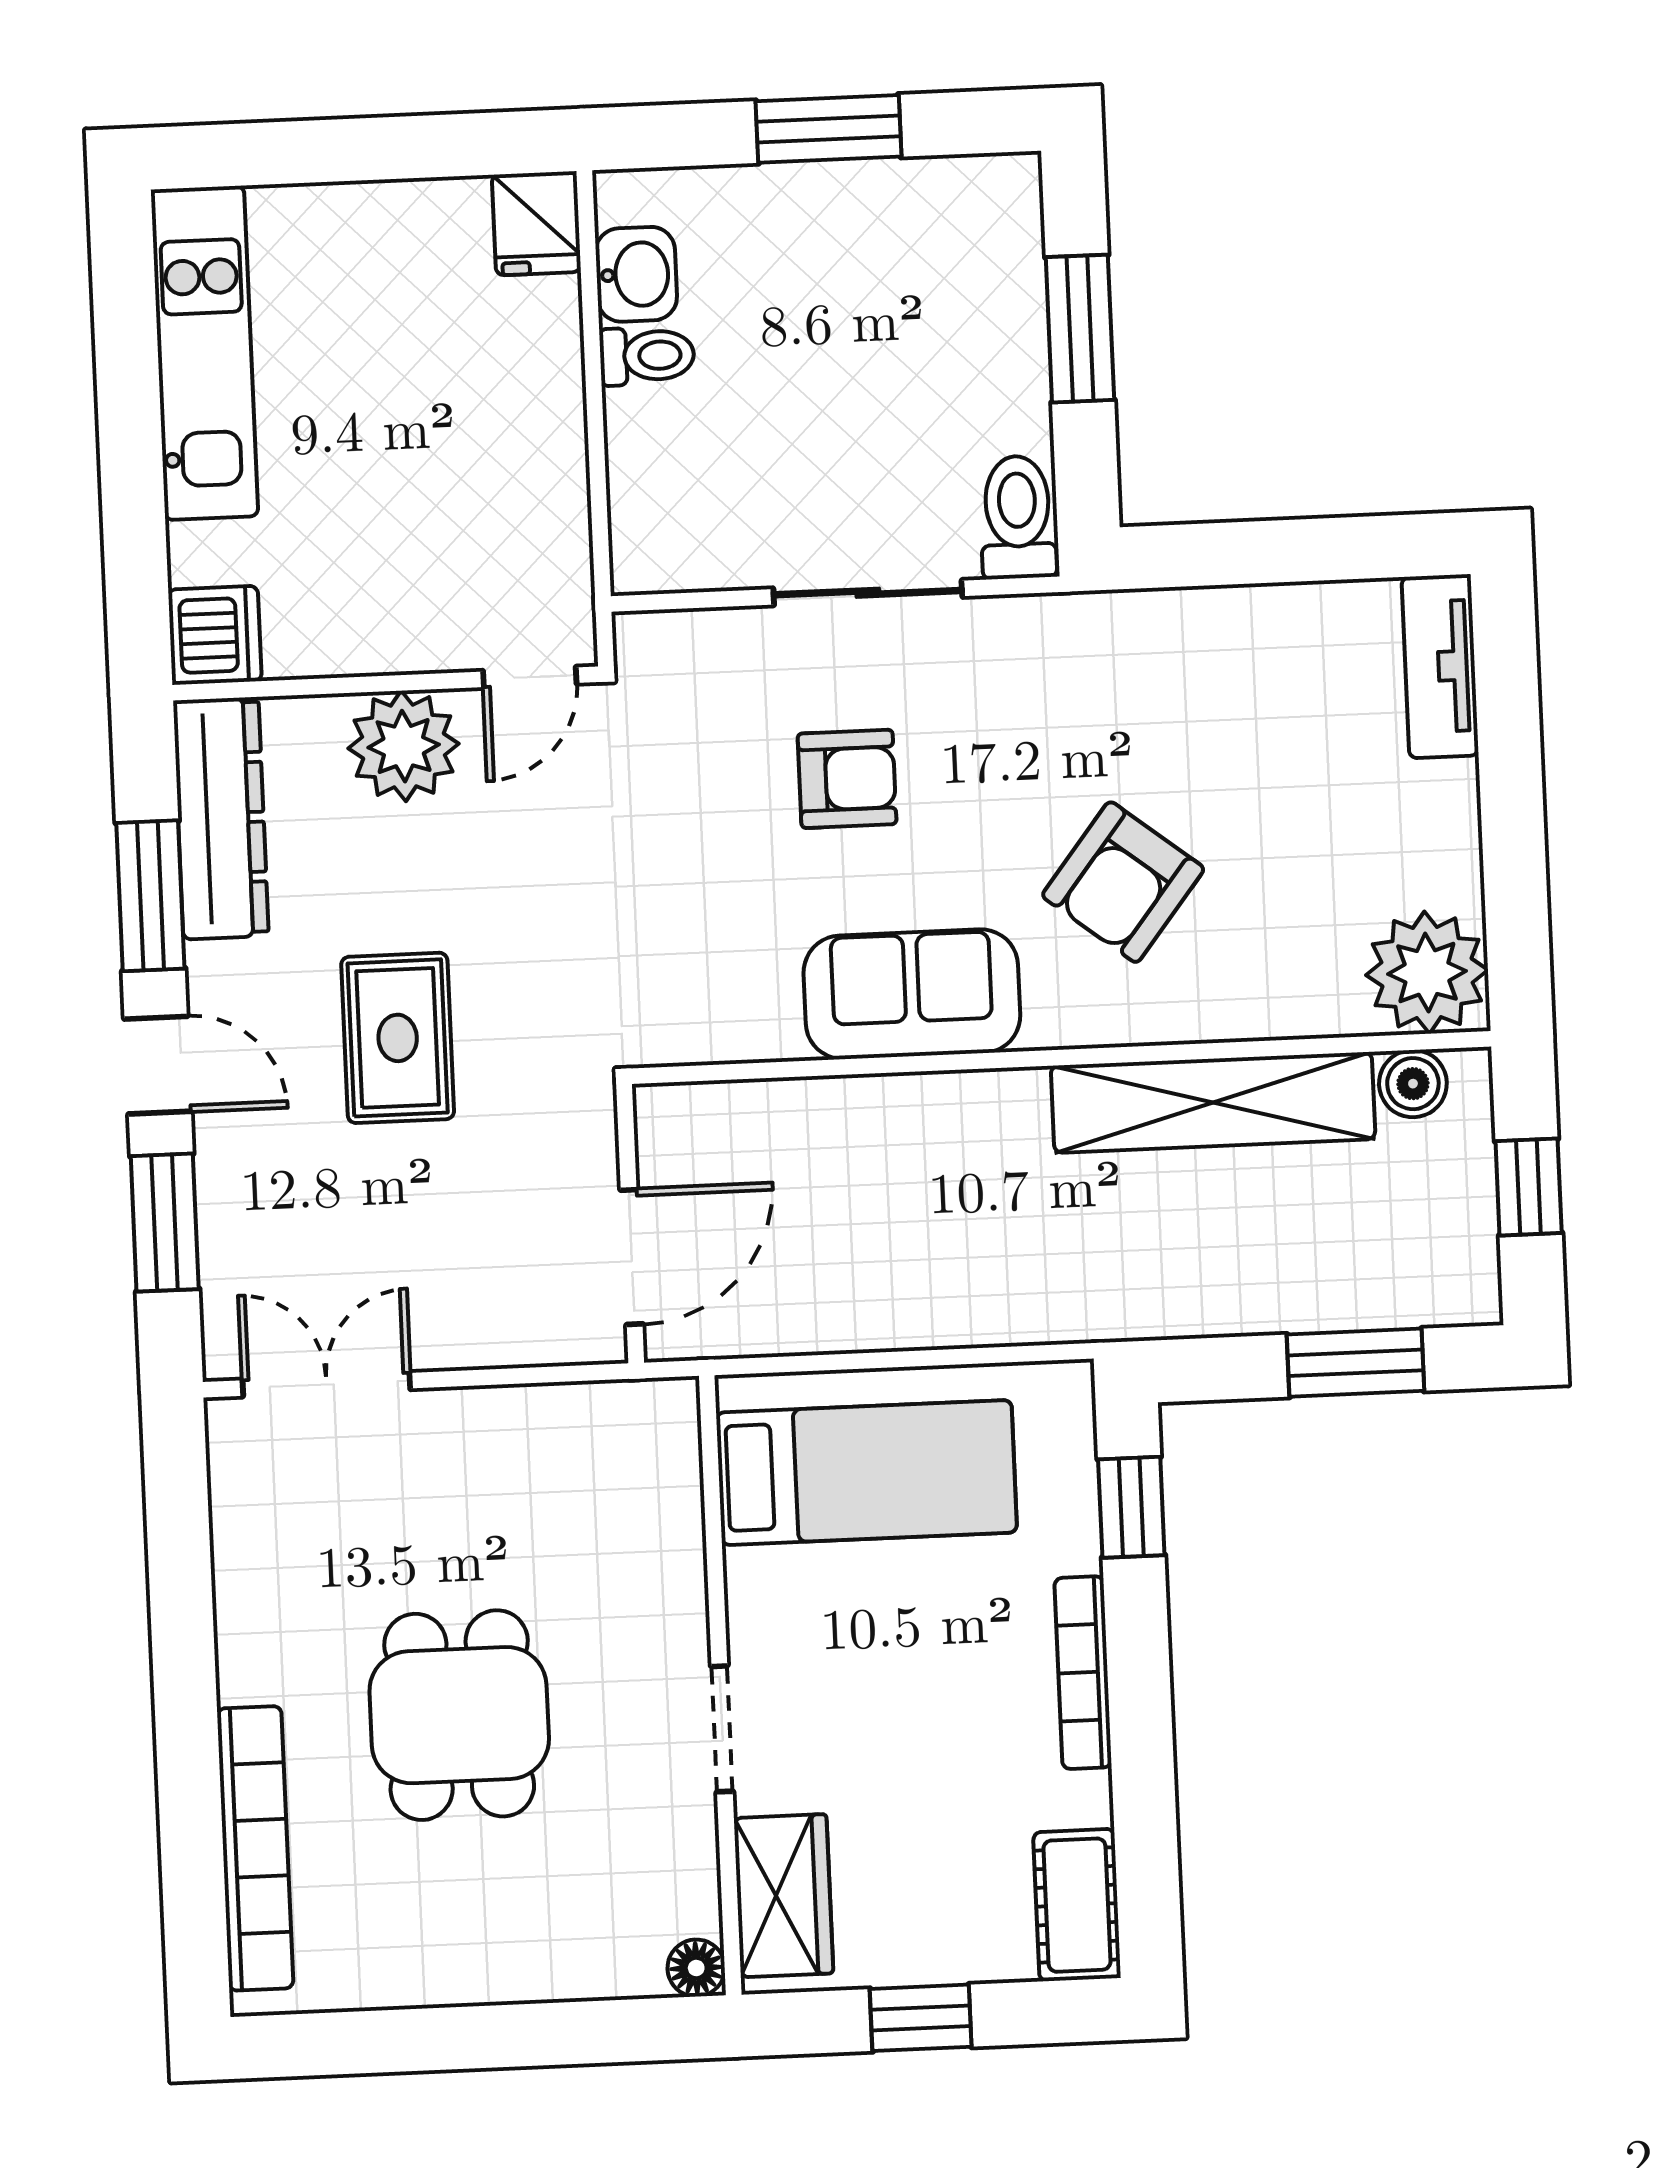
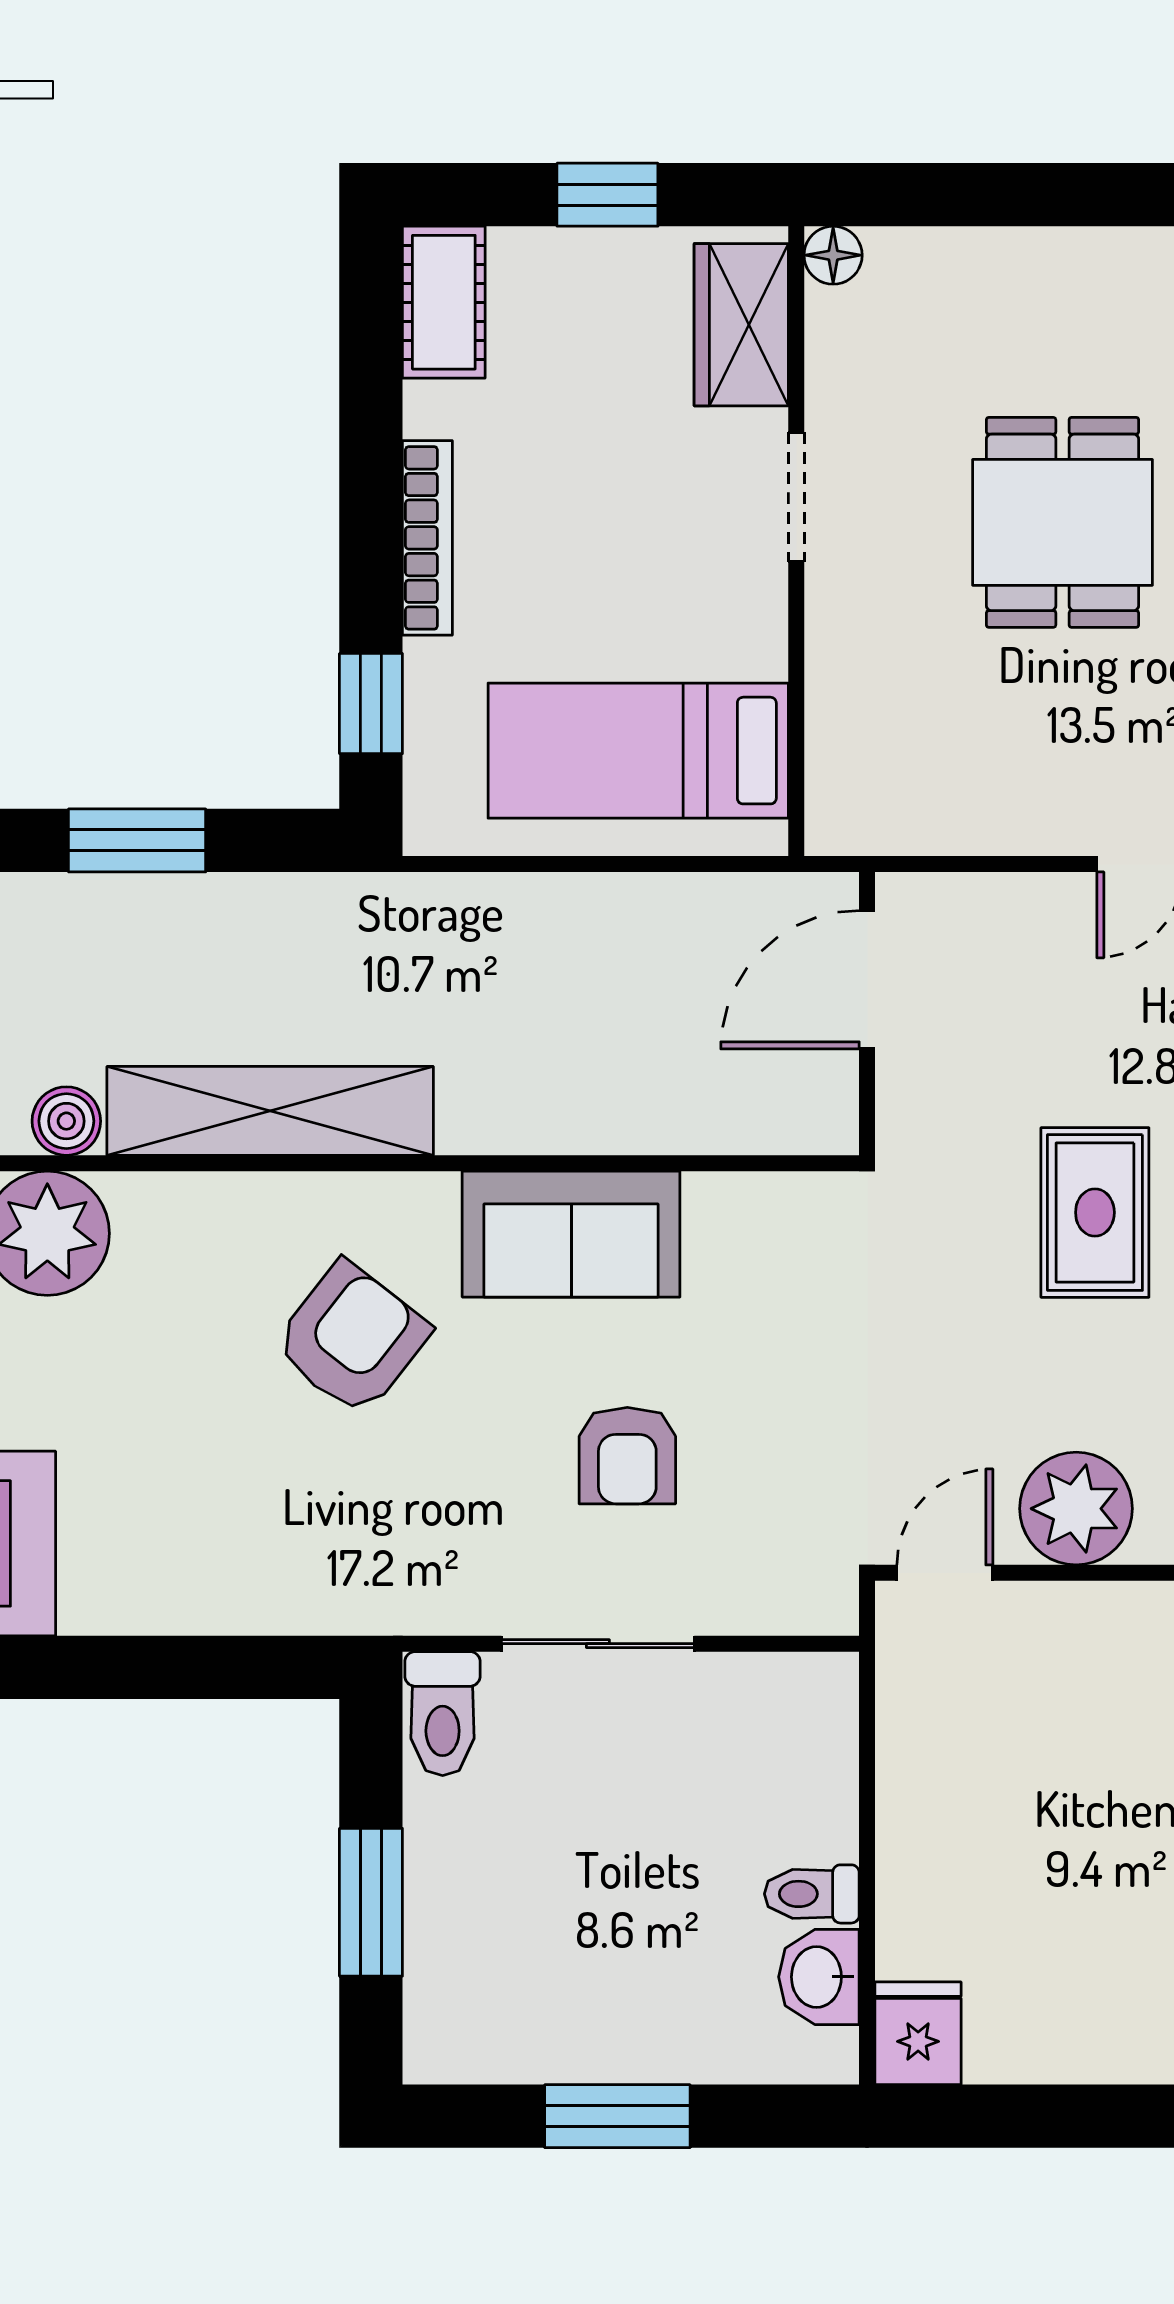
armchair: (847, 779) -> (627, 1456), turned -90

